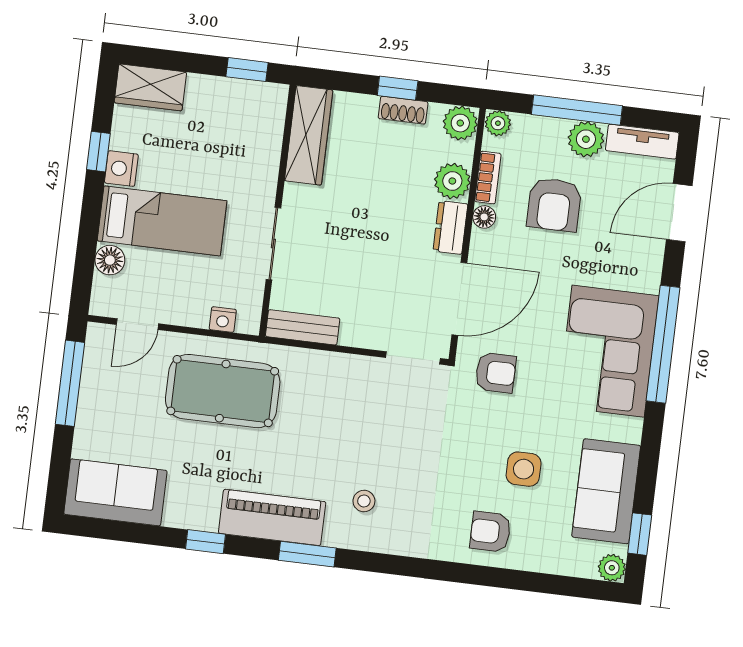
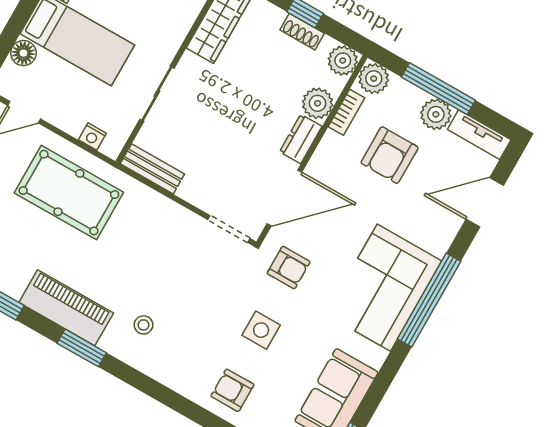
plant: (498, 123) -> (374, 79), width x1.38, depth x1.38
floor lamp: (484, 217) -> (331, 142), removed
side table: (524, 469) -> (261, 330), moved

